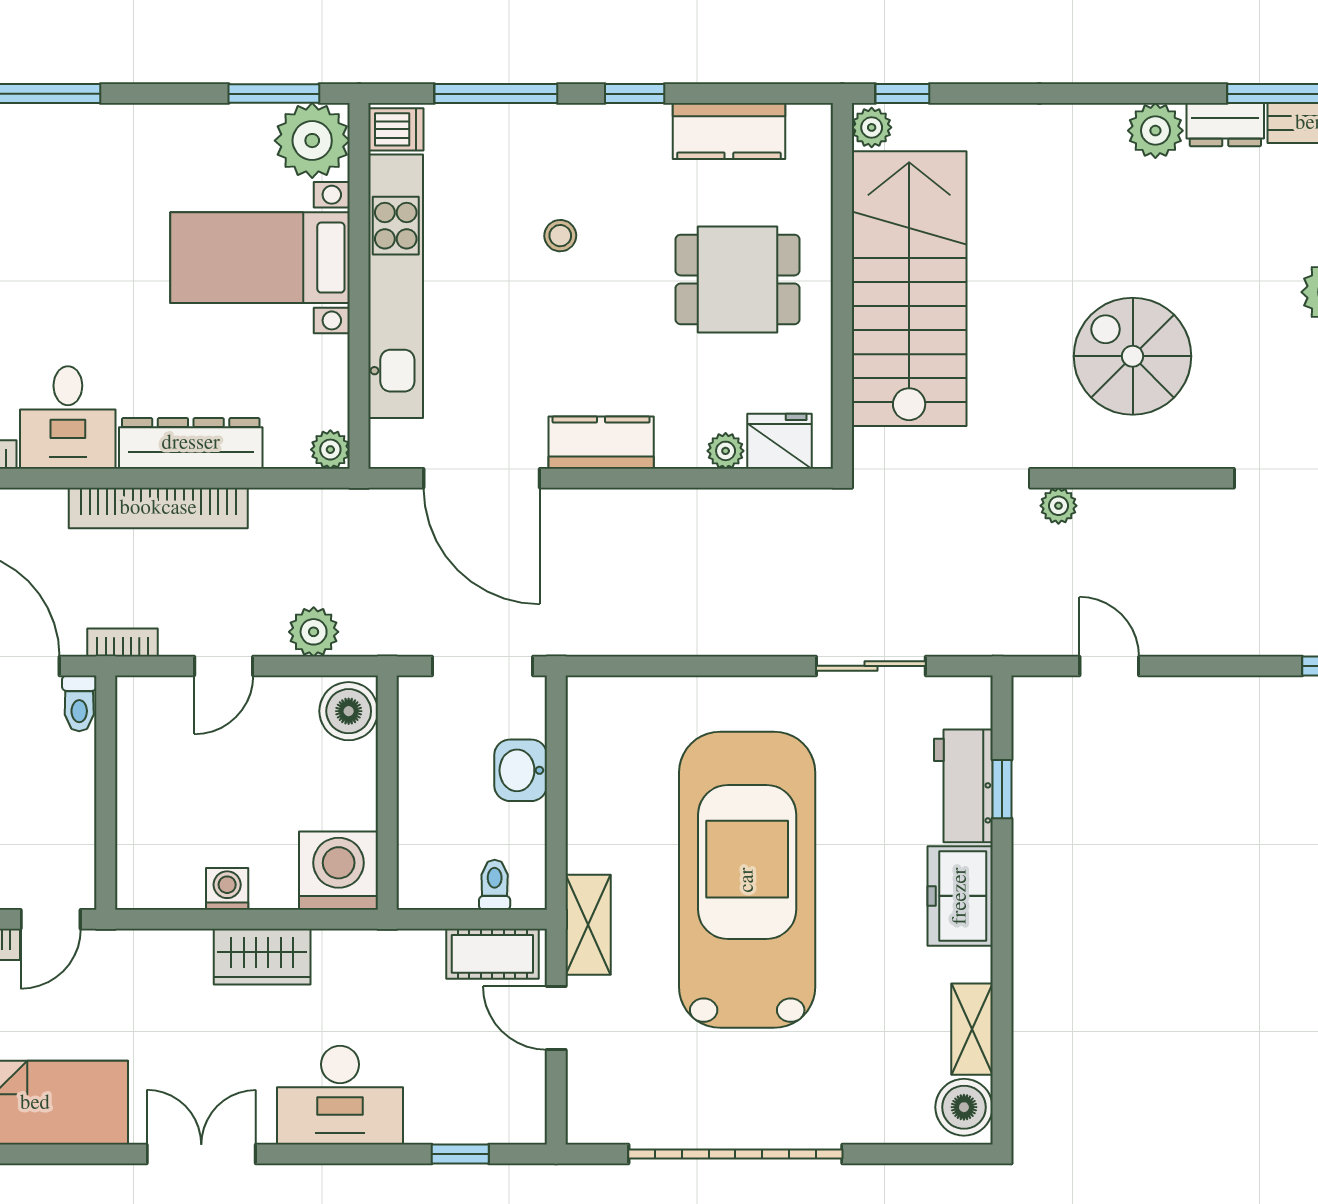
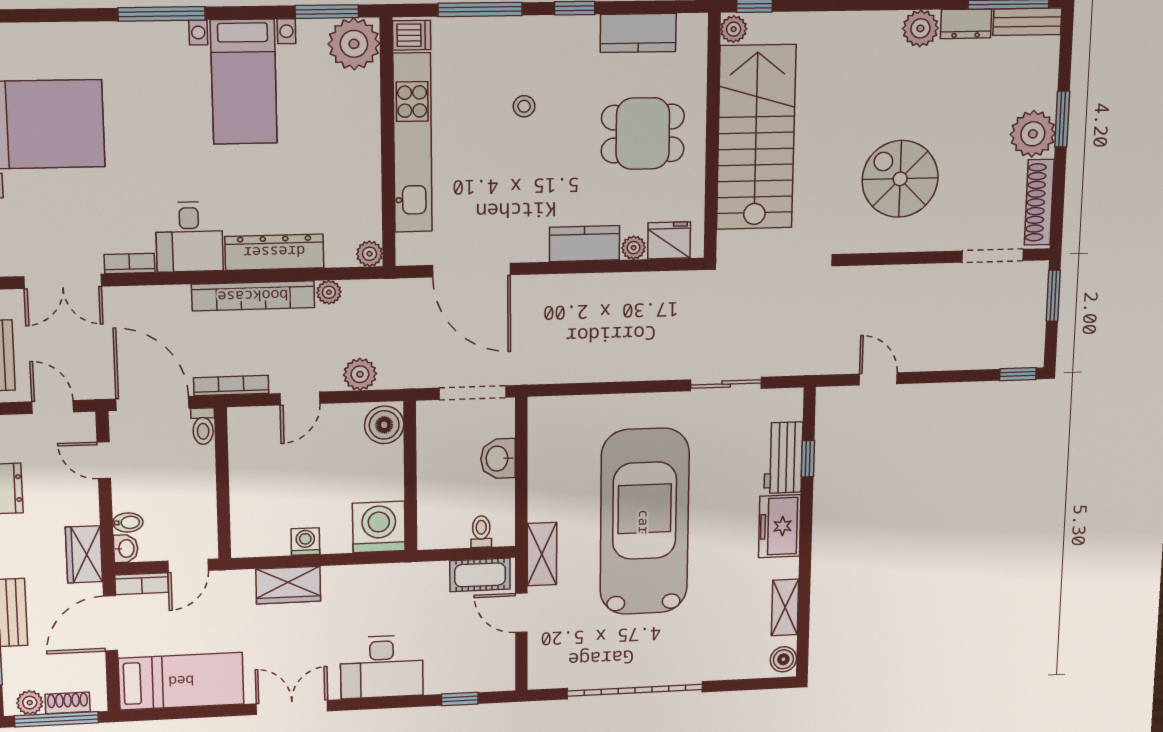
bed with nightstands: (260, 258) -> (244, 82), moved, turned -90
kitchen counter: (601, 443) -> (584, 244), moved
plant: (1058, 506) -> (329, 292), moved
bookcase: (123, 643) -> (231, 386), width x1.56
wardrobe: (262, 957) -> (288, 585), moved
boiler: (964, 1107) -> (783, 659), width x0.73, depth x0.73

